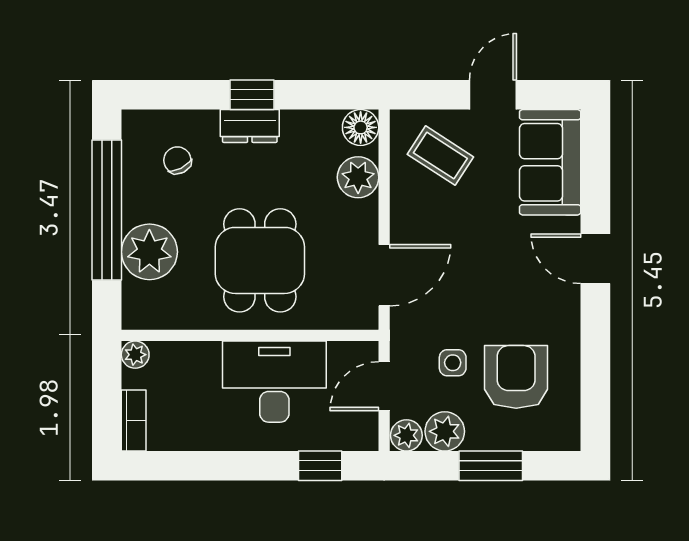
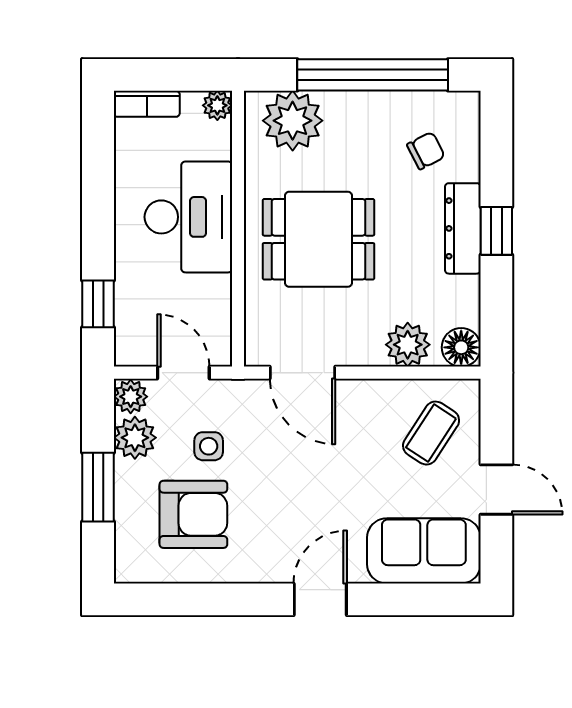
dresser: (250, 126) -> (463, 228), width x1.44
plant: (149, 252) -> (293, 121), moved
desk: (274, 382) -> (188, 217), moved

